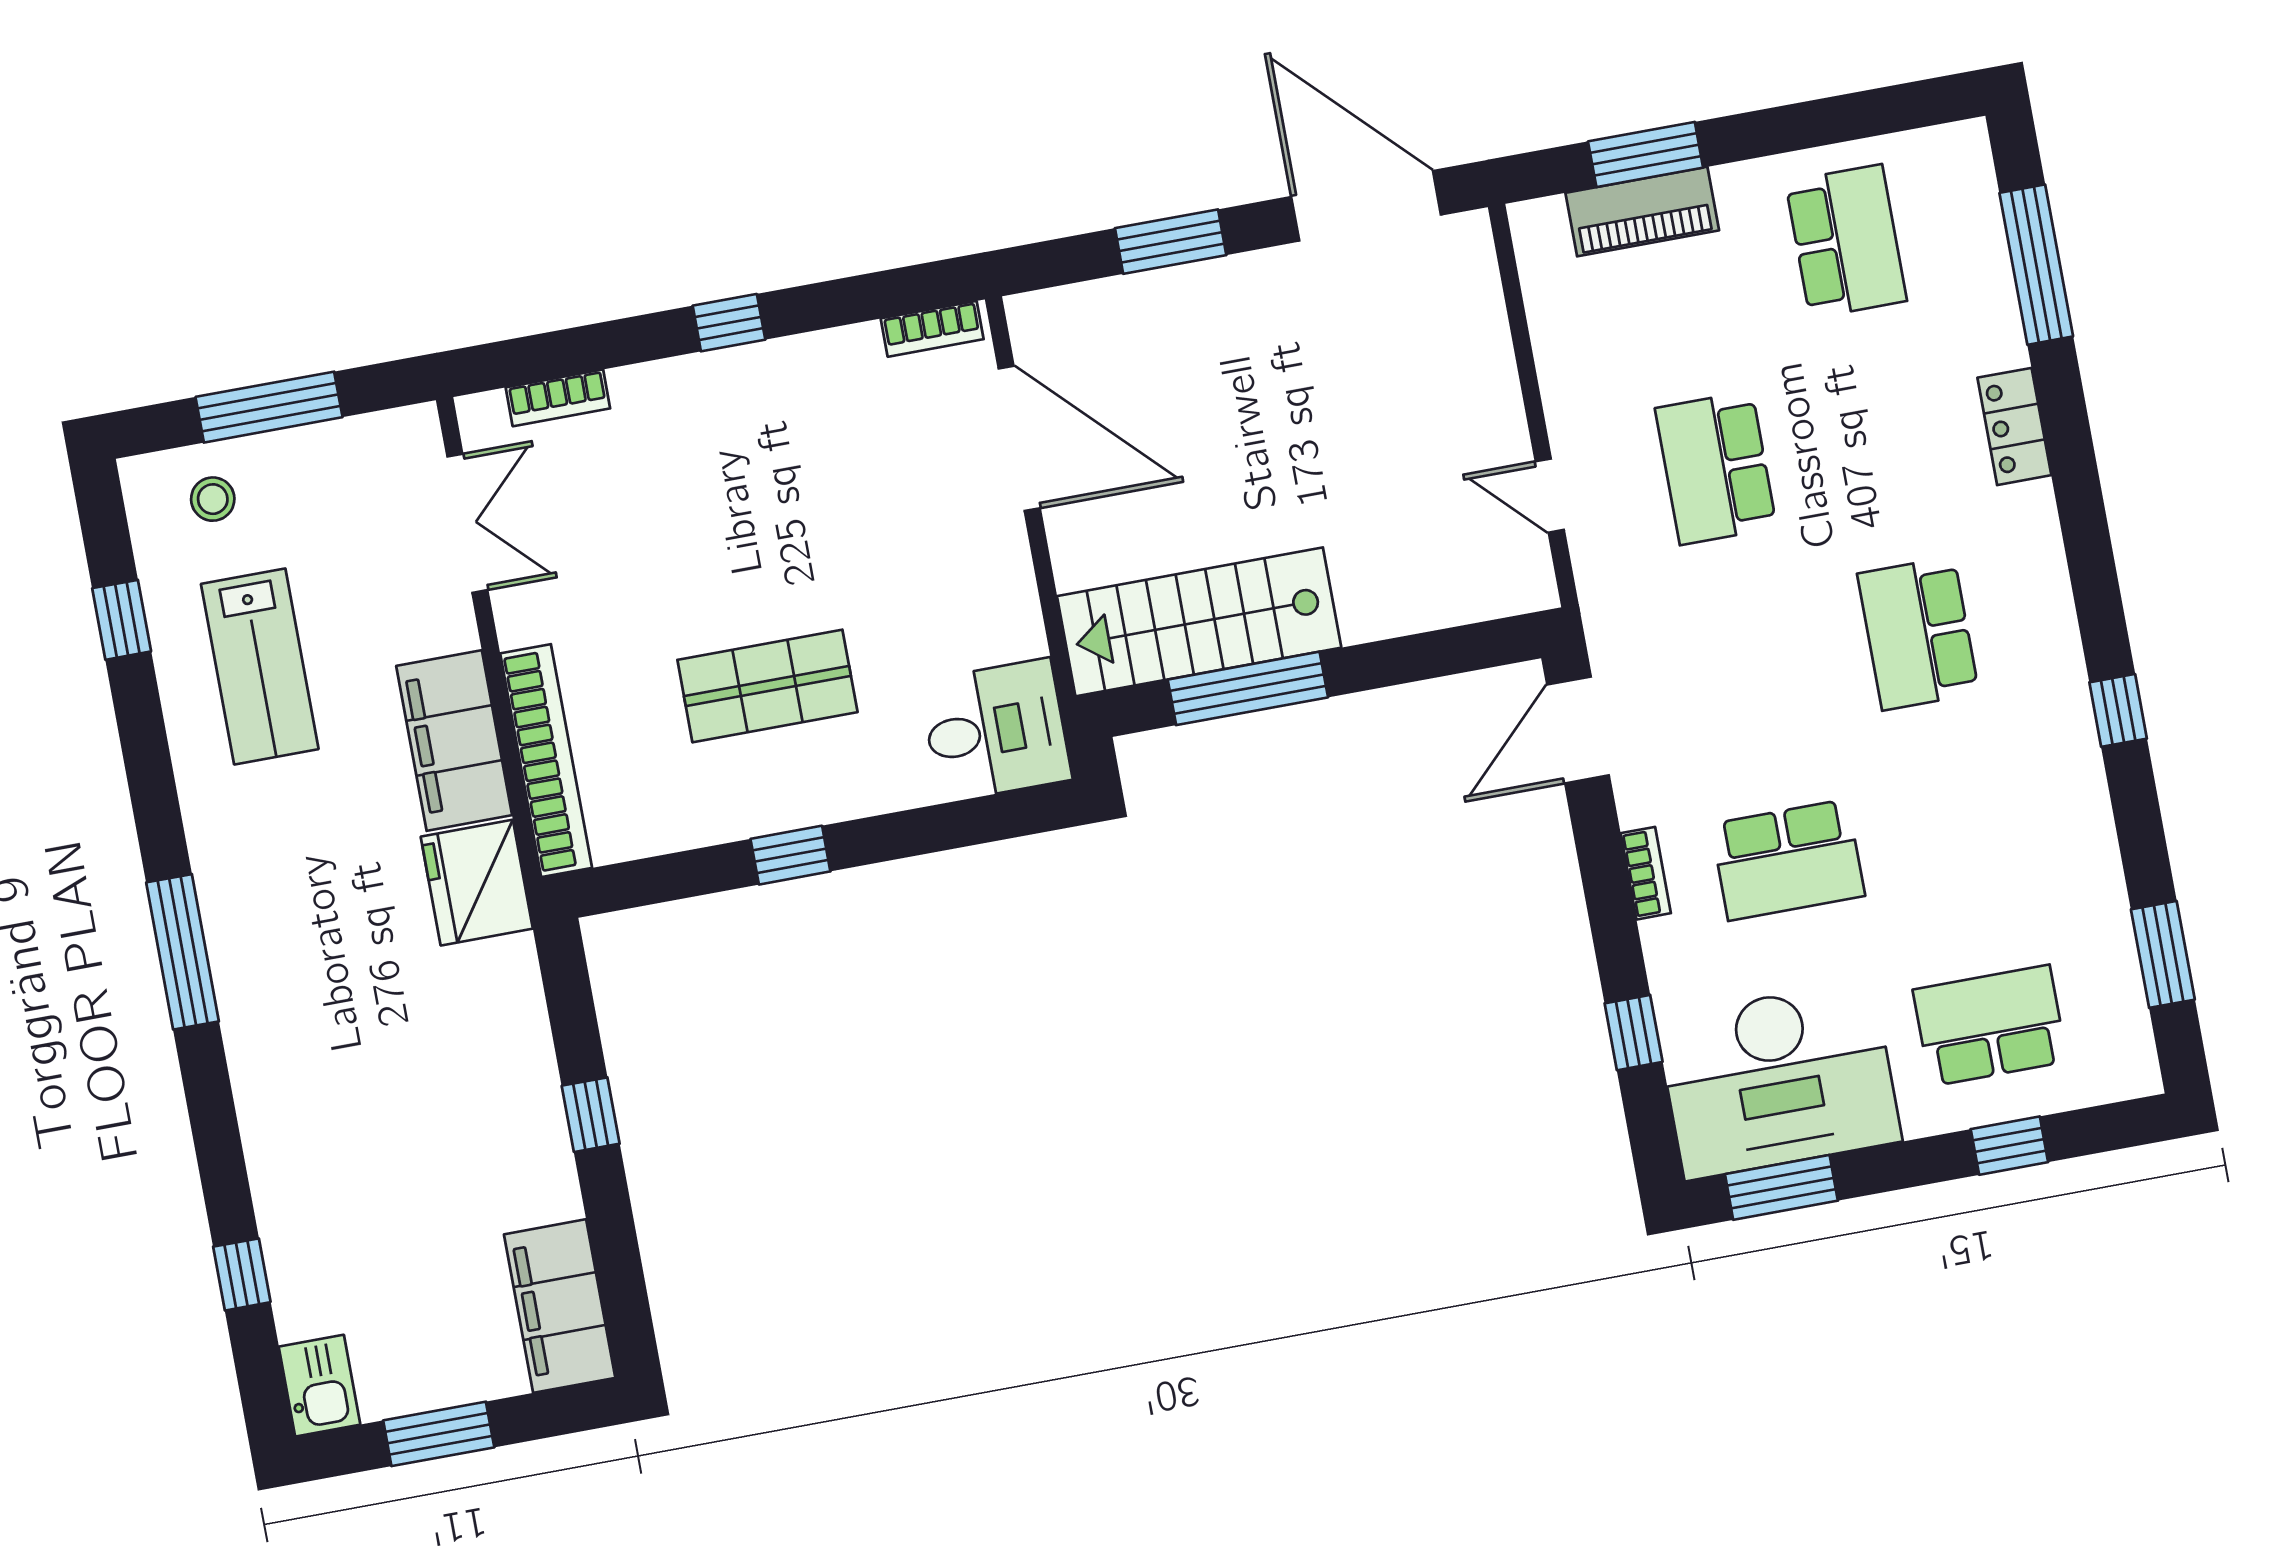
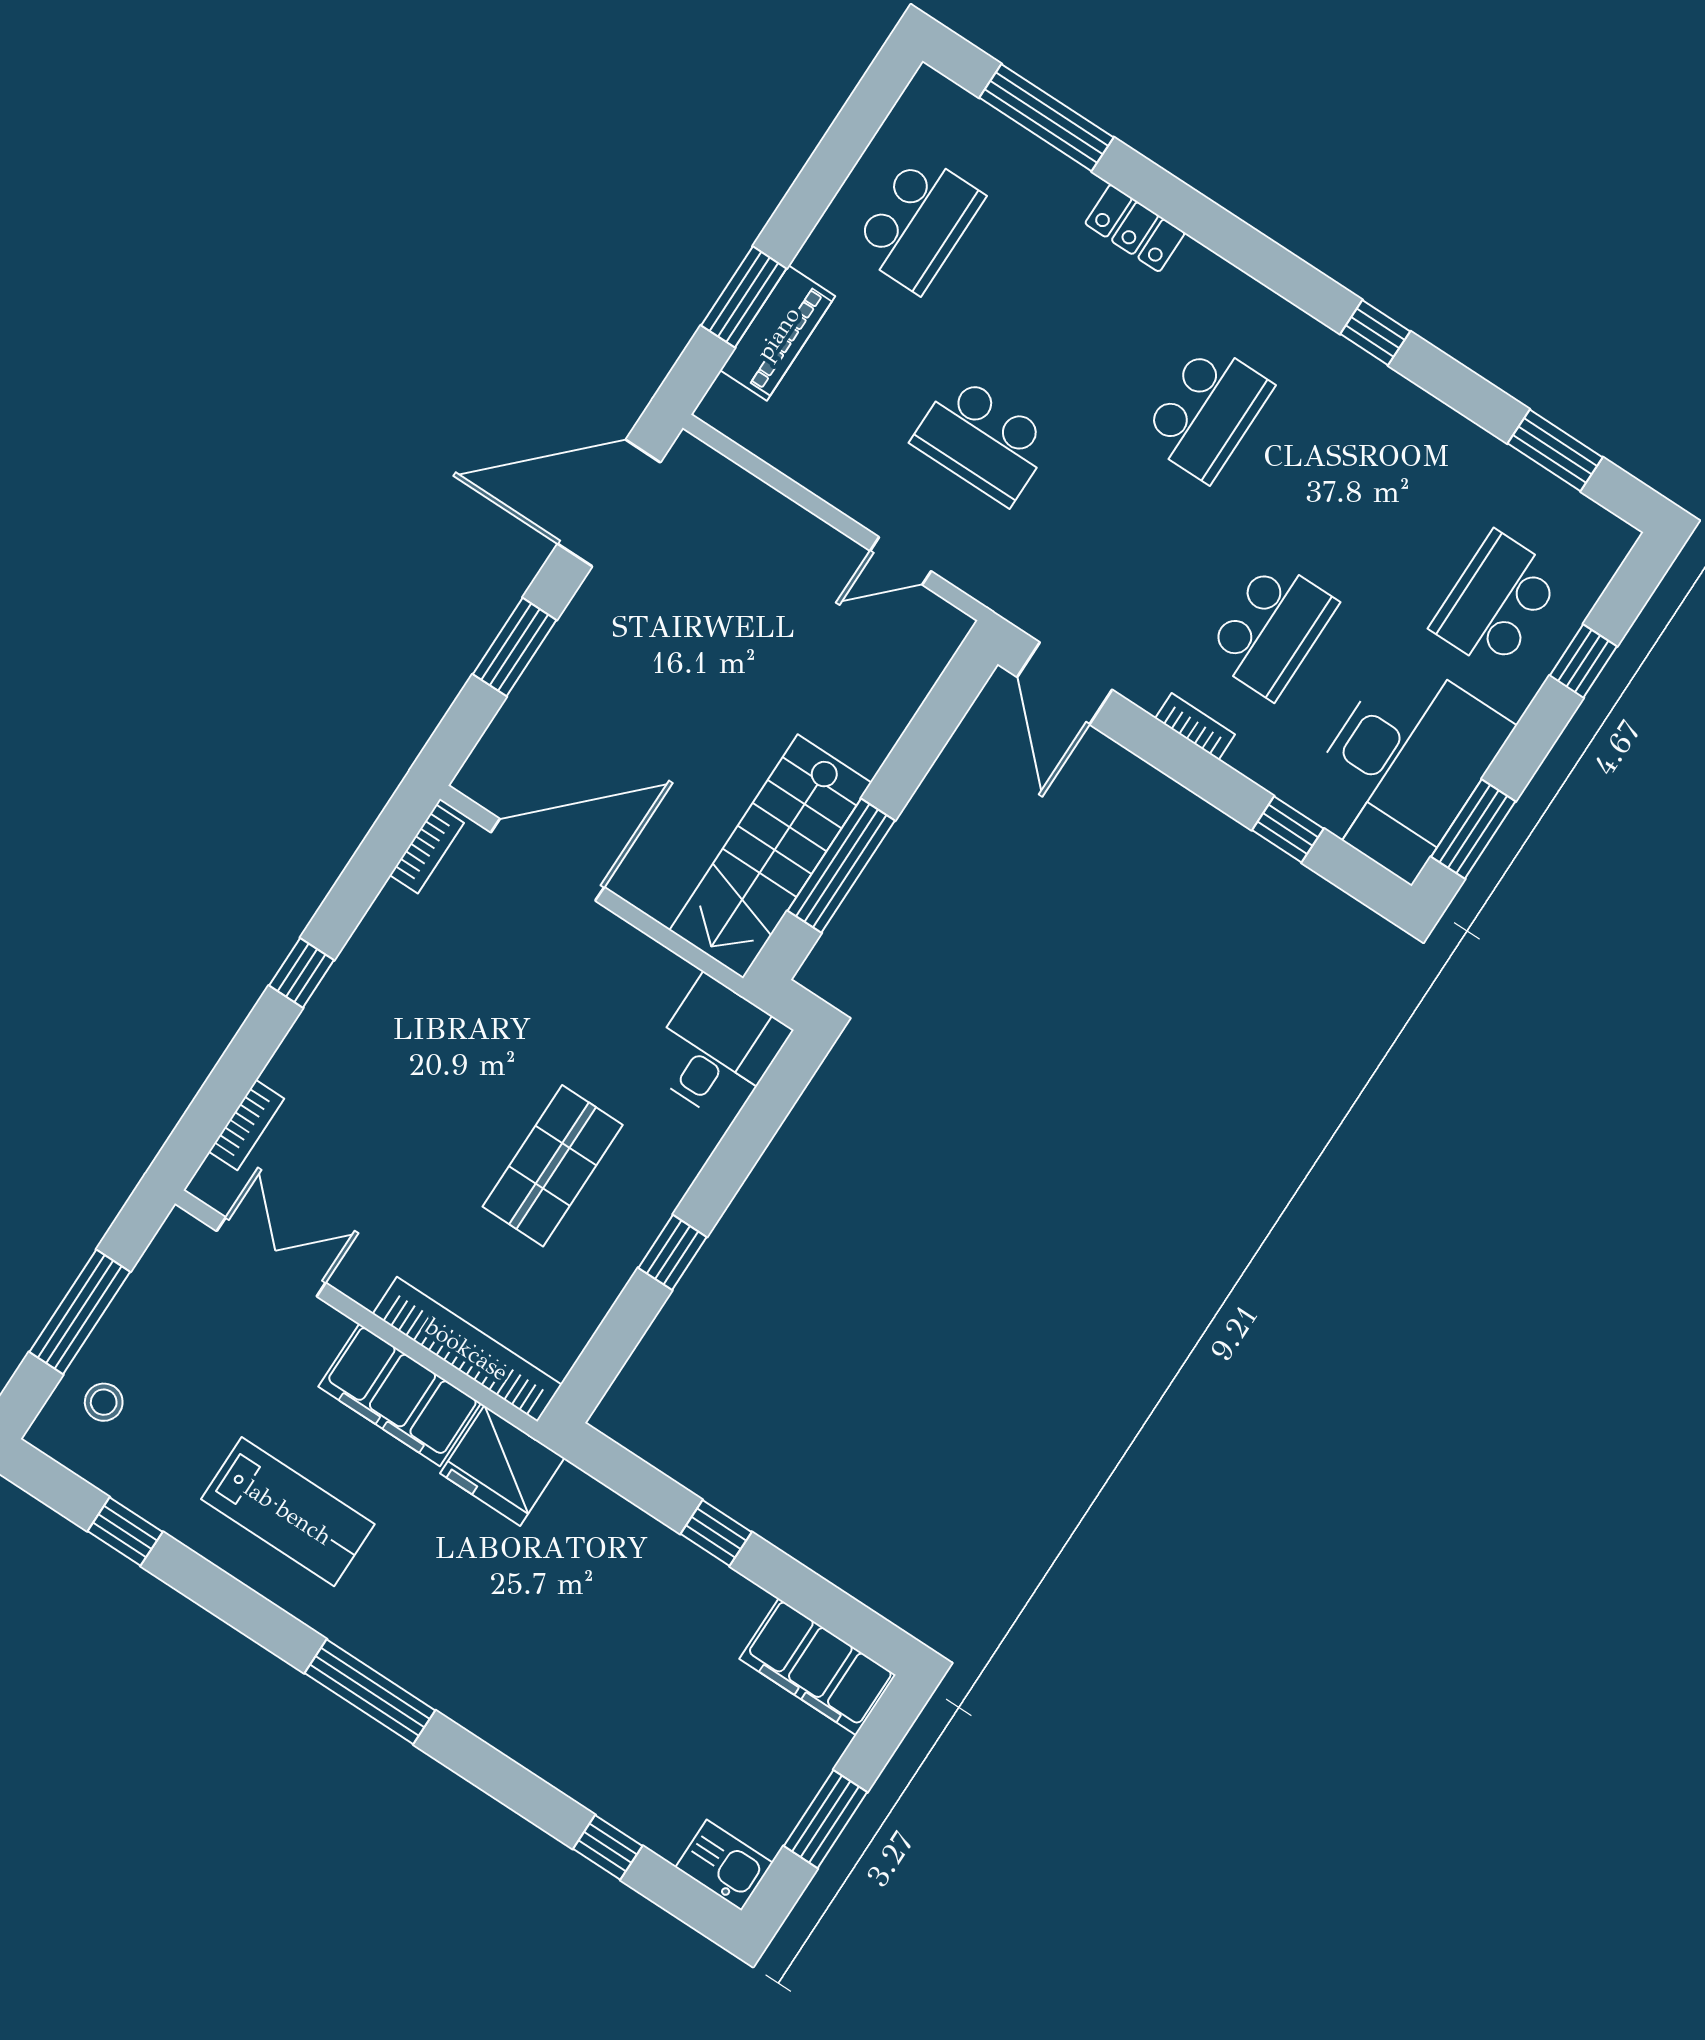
school desk: (1846, 241) -> (918, 223), turned 90
school desk: (1918, 633) -> (1207, 412), turned -90
lab bench: (260, 666) -> (288, 1512), moved

